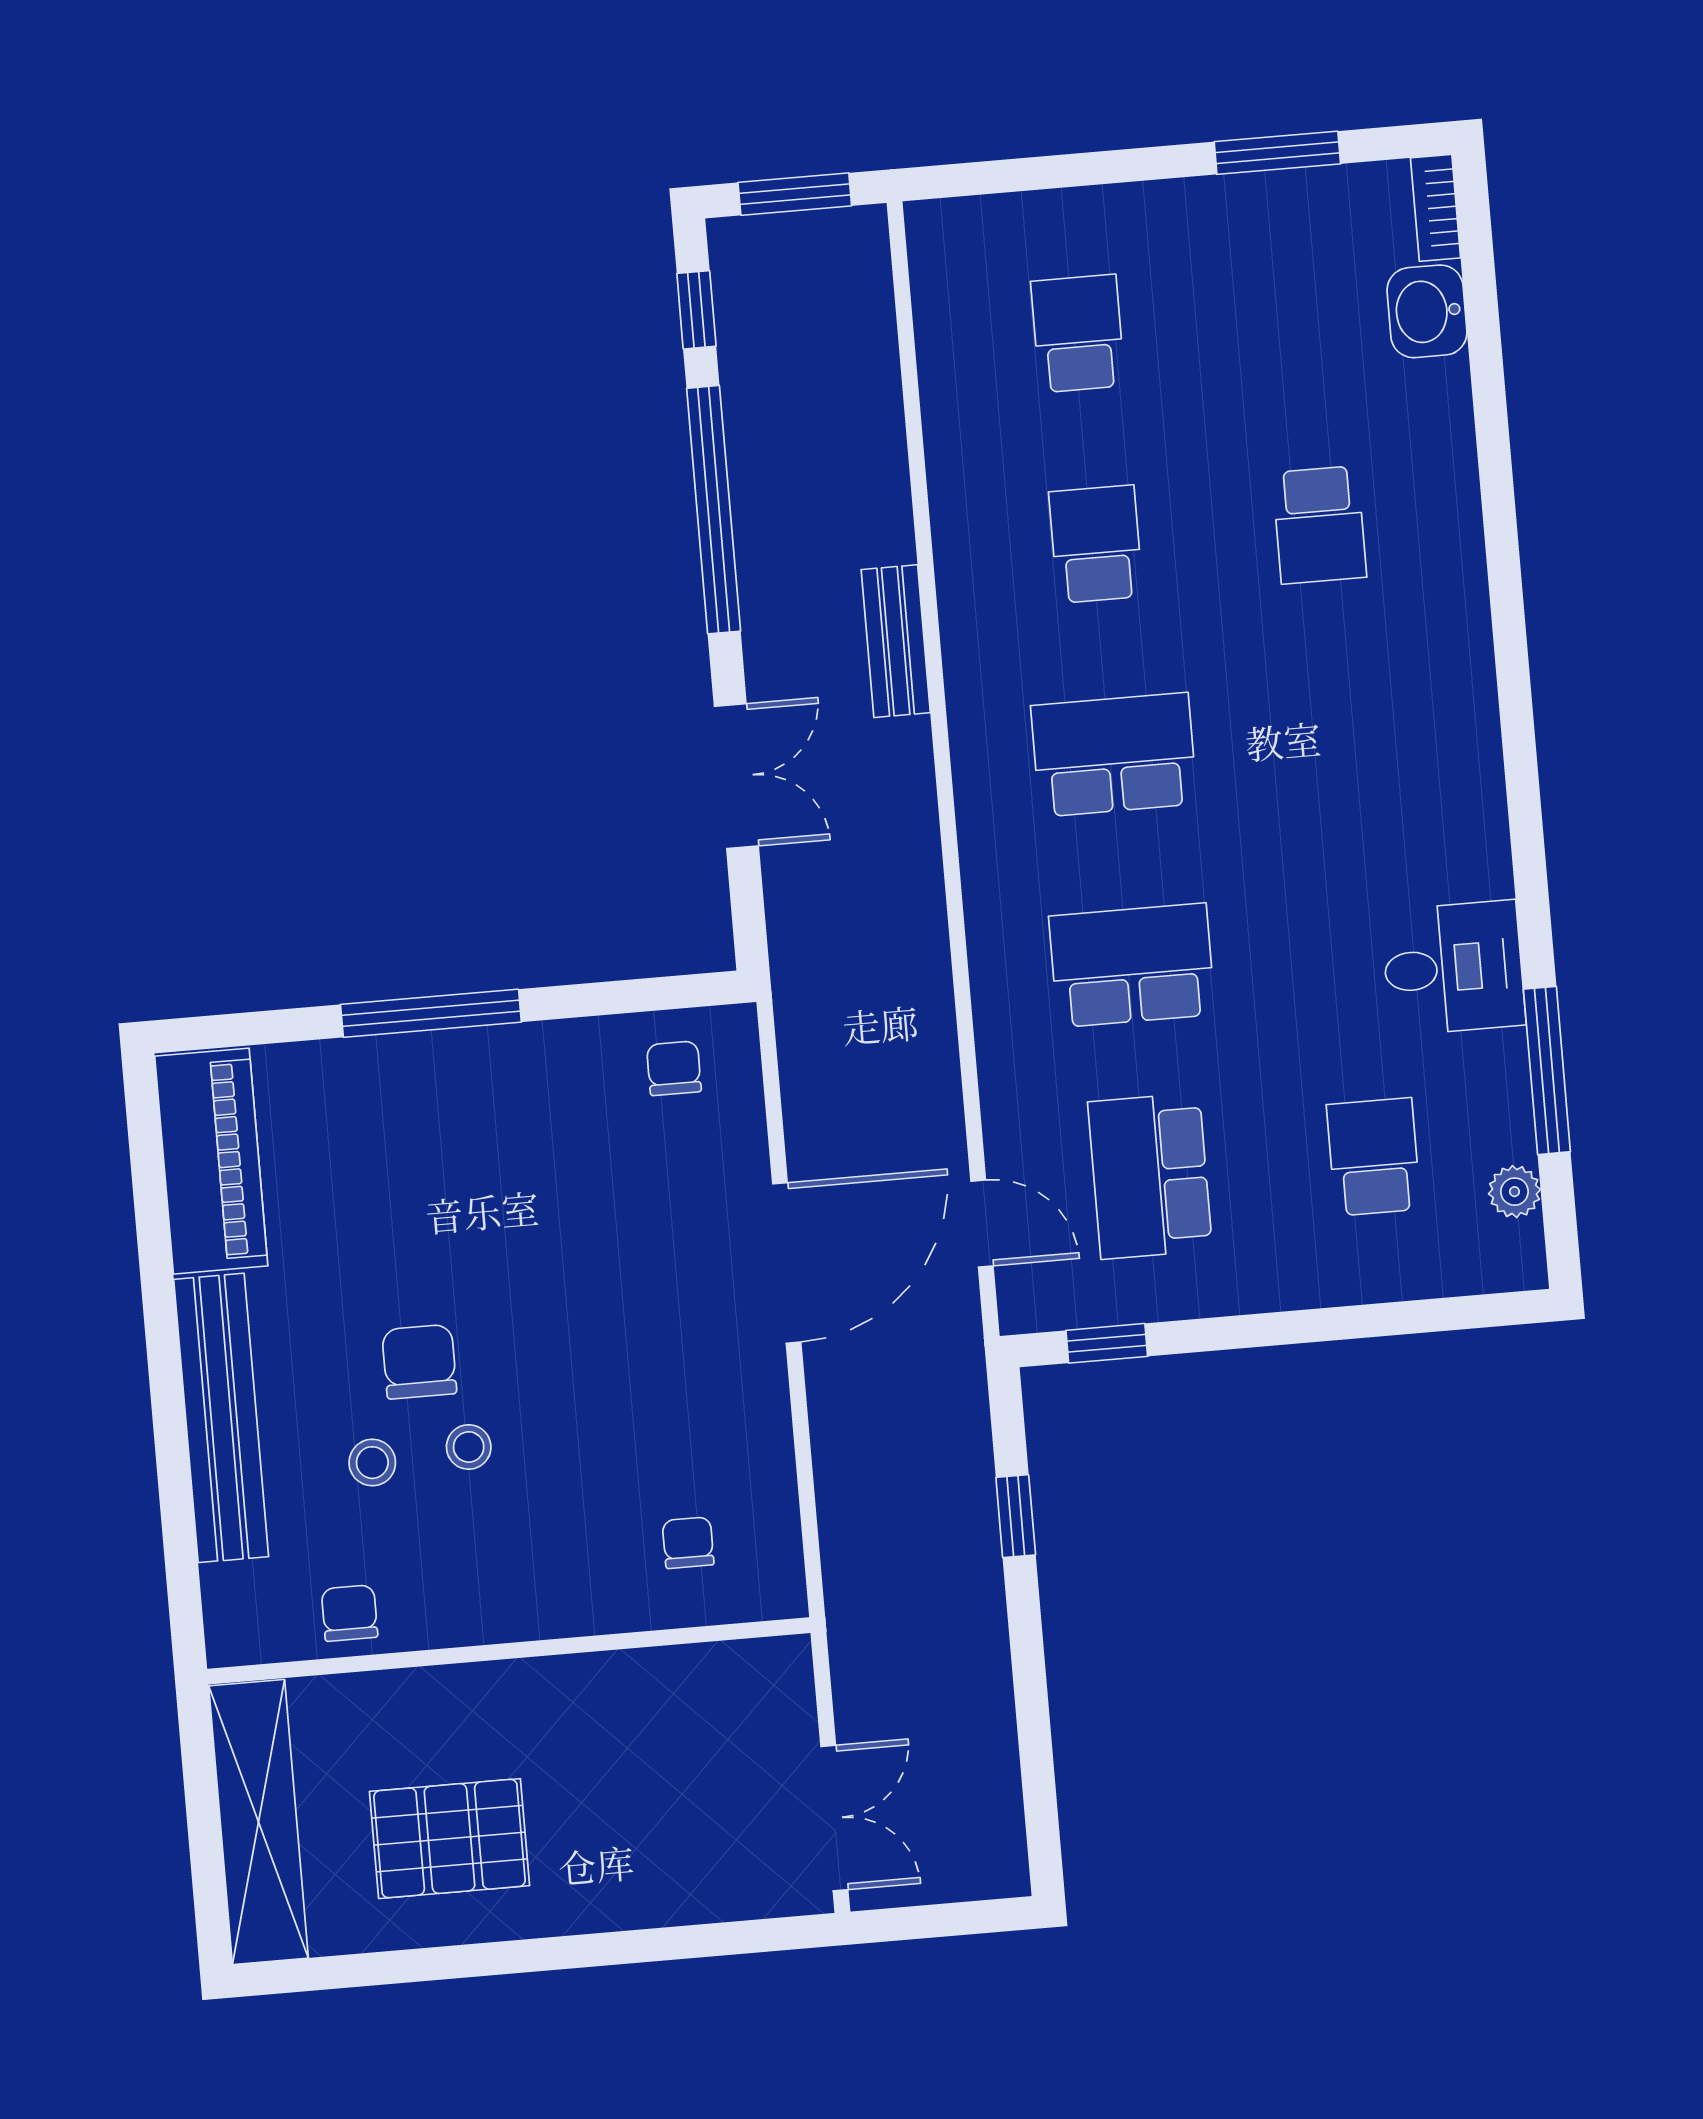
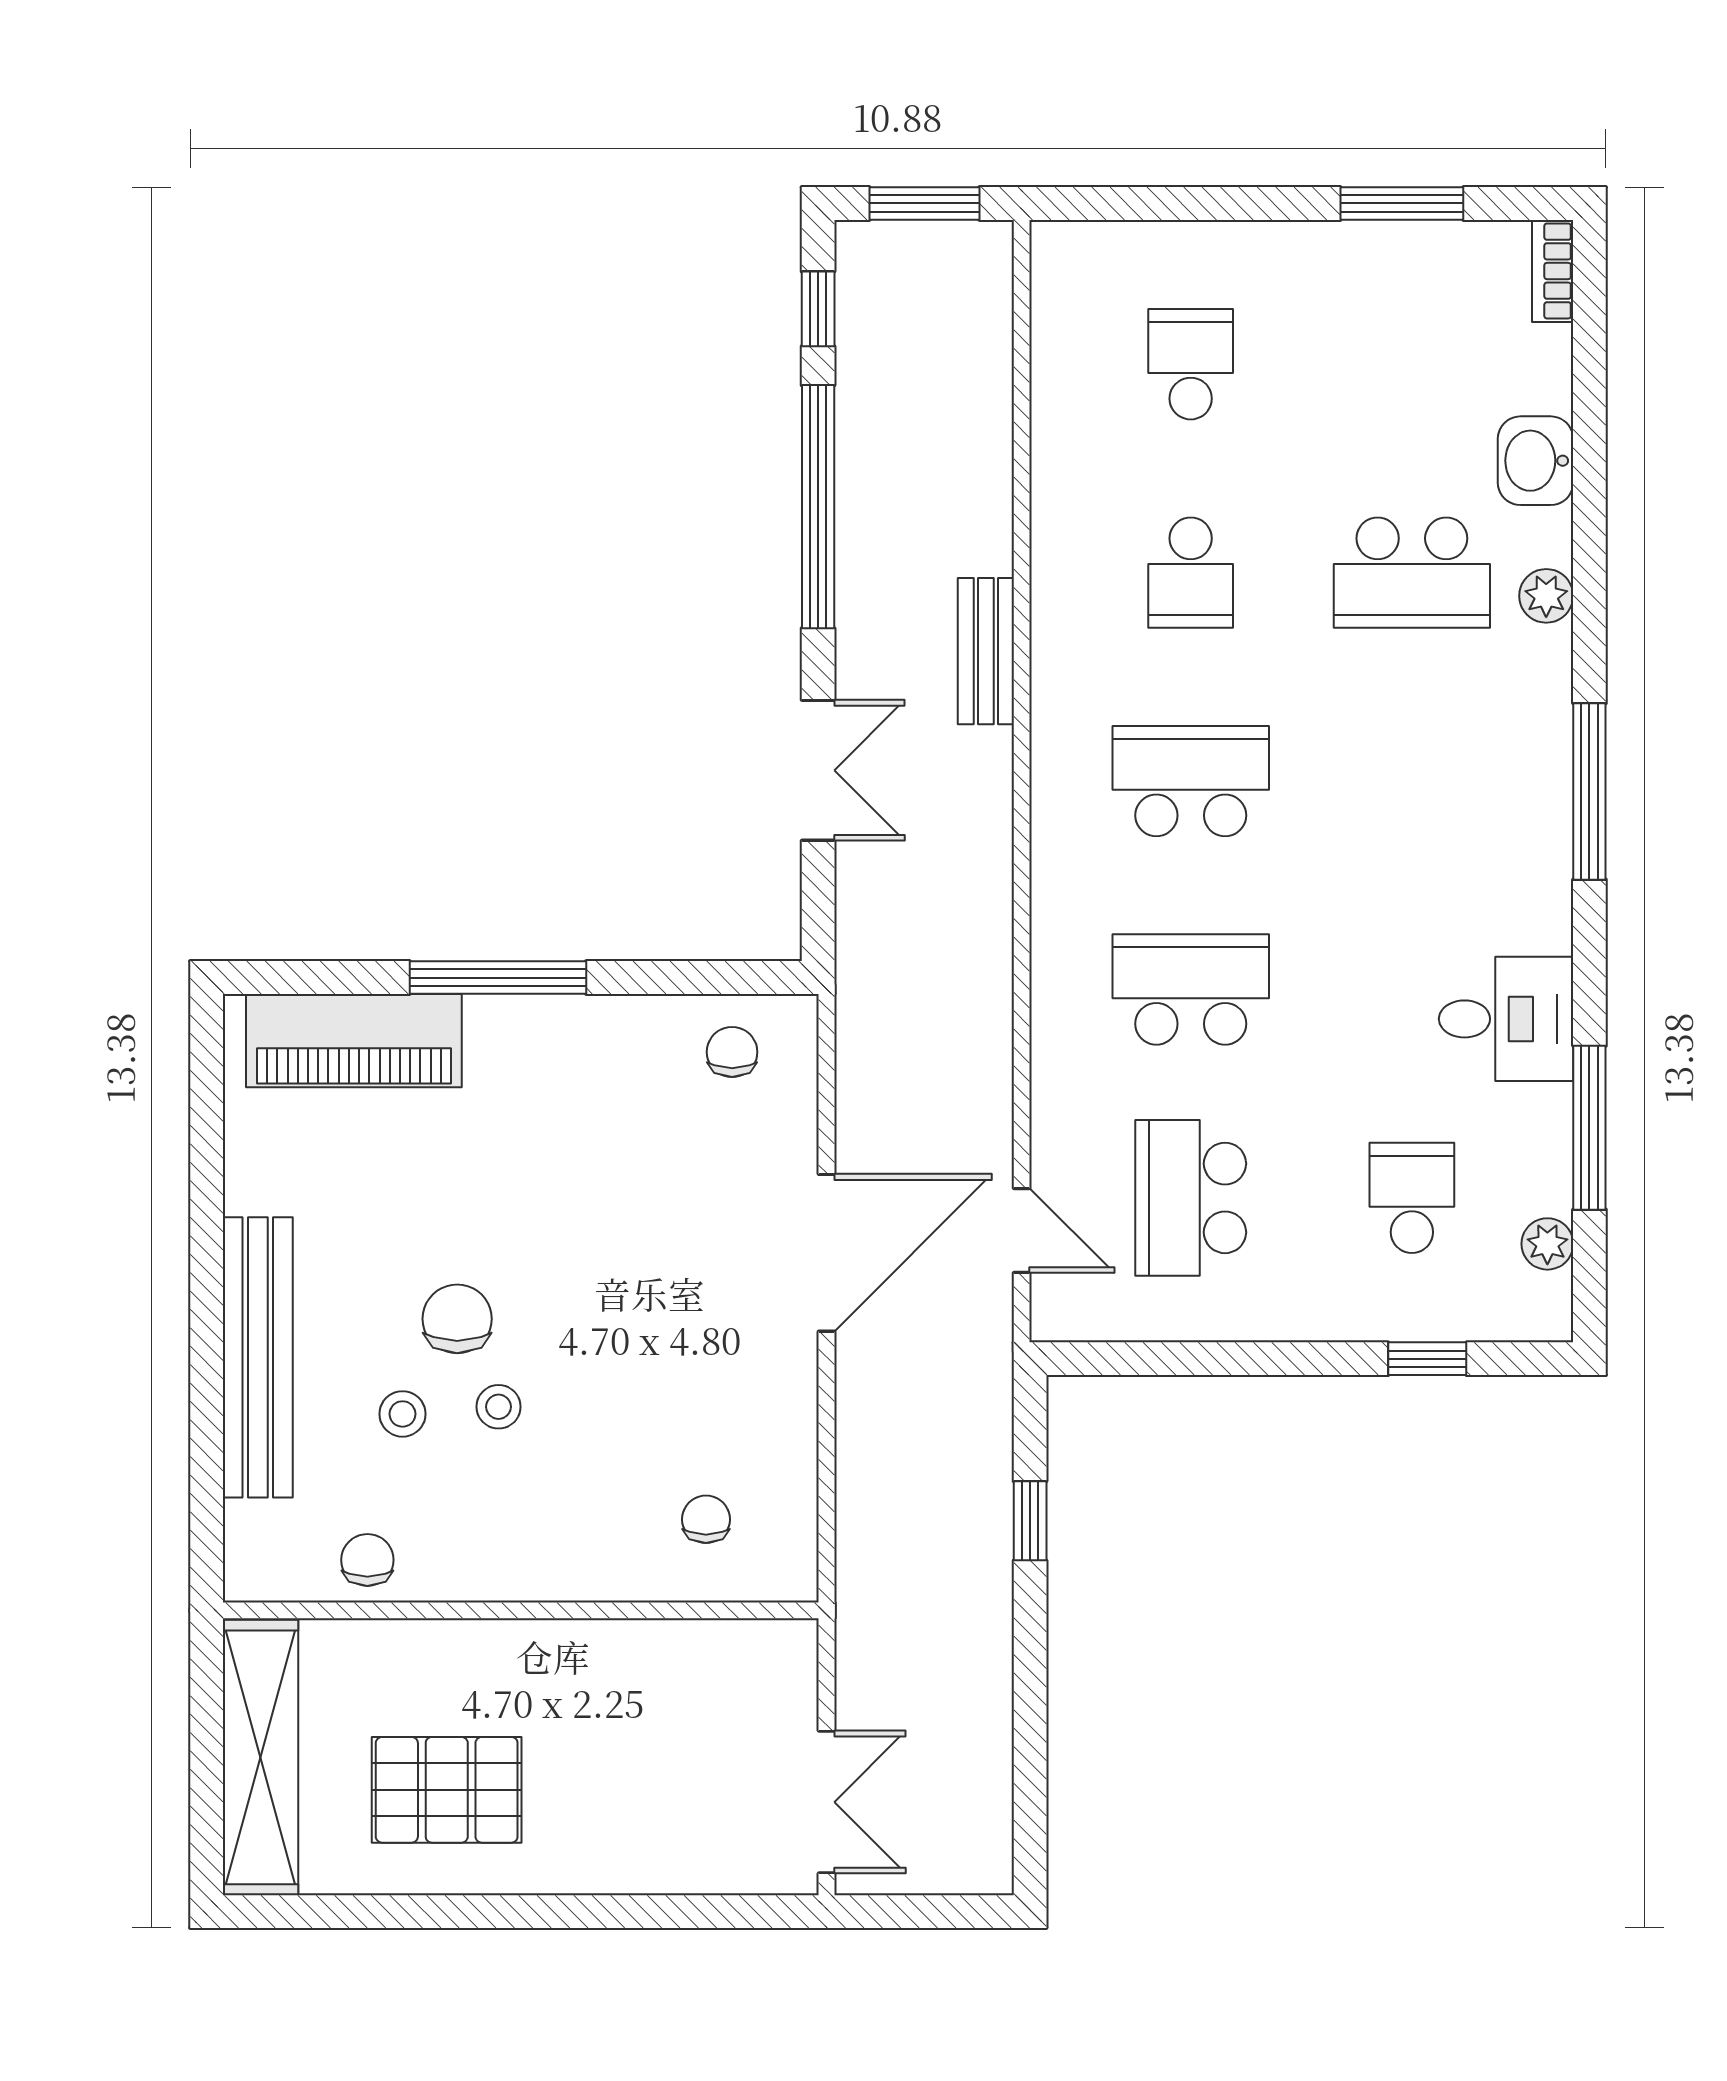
washbasin: (1427, 311) -> (1536, 461), moved
school desk: (1319, 525) -> (1412, 573), width x1.85
plant: (1457, 537) -> (1546, 596), added
school desk: (1096, 544) -> (1191, 573), turned 180
window: (1518, 731) -> (1589, 791), added
piano: (211, 1161) -> (354, 1041), moved, turned 90
window: (1107, 1343) -> (1427, 1359), moved

